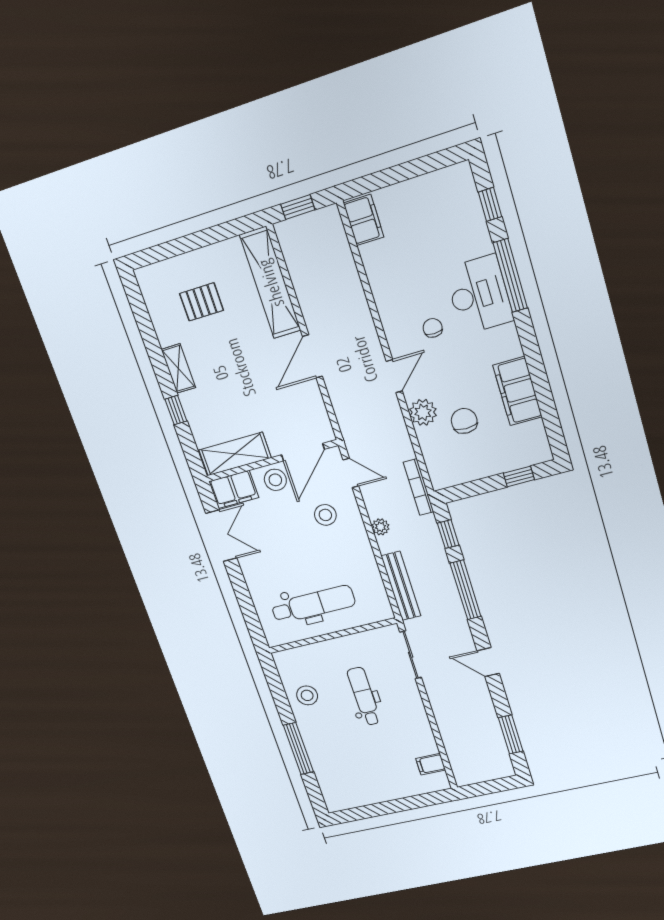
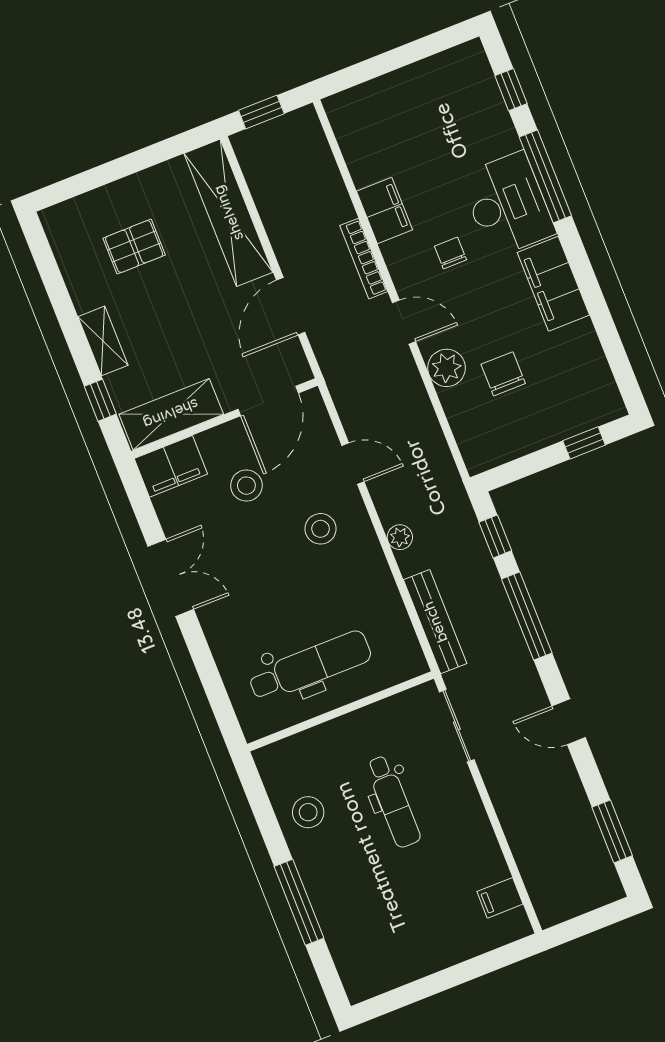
filing cabinet: (364, 220) -> (384, 210), moved
door: (394, 376) -> (404, 322), hinge flipped
filing cabinet: (518, 391) -> (553, 284), moved
door: (303, 452) -> (268, 401), moved
shelving: (235, 454) -> (171, 414), moved
wall: (272, 461) -> (225, 418), moved
bookcase: (418, 487) -> (364, 259), moved
filing cabinet: (234, 489) -> (171, 466), moved
dental chair: (364, 696) -> (393, 801), turned 180

